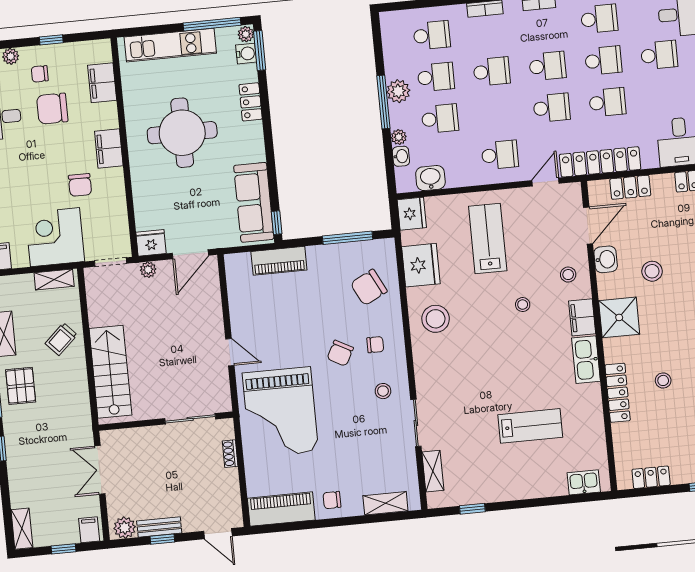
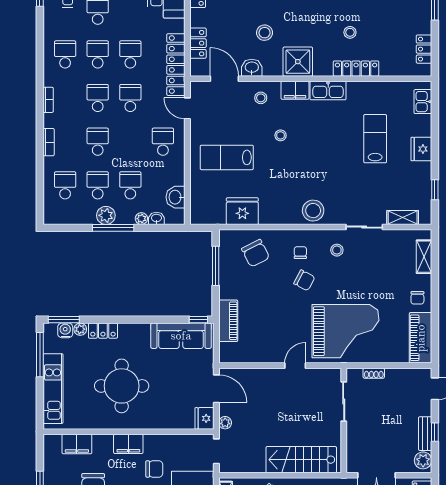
plant: (246, 34) -> (80, 329), moved
fridge: (412, 214) -> (421, 149), moved, turned -90
stool: (436, 319) -> (313, 211), moved

